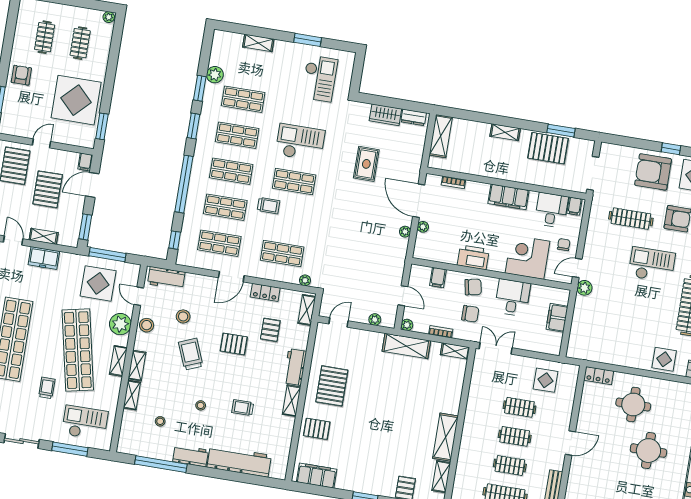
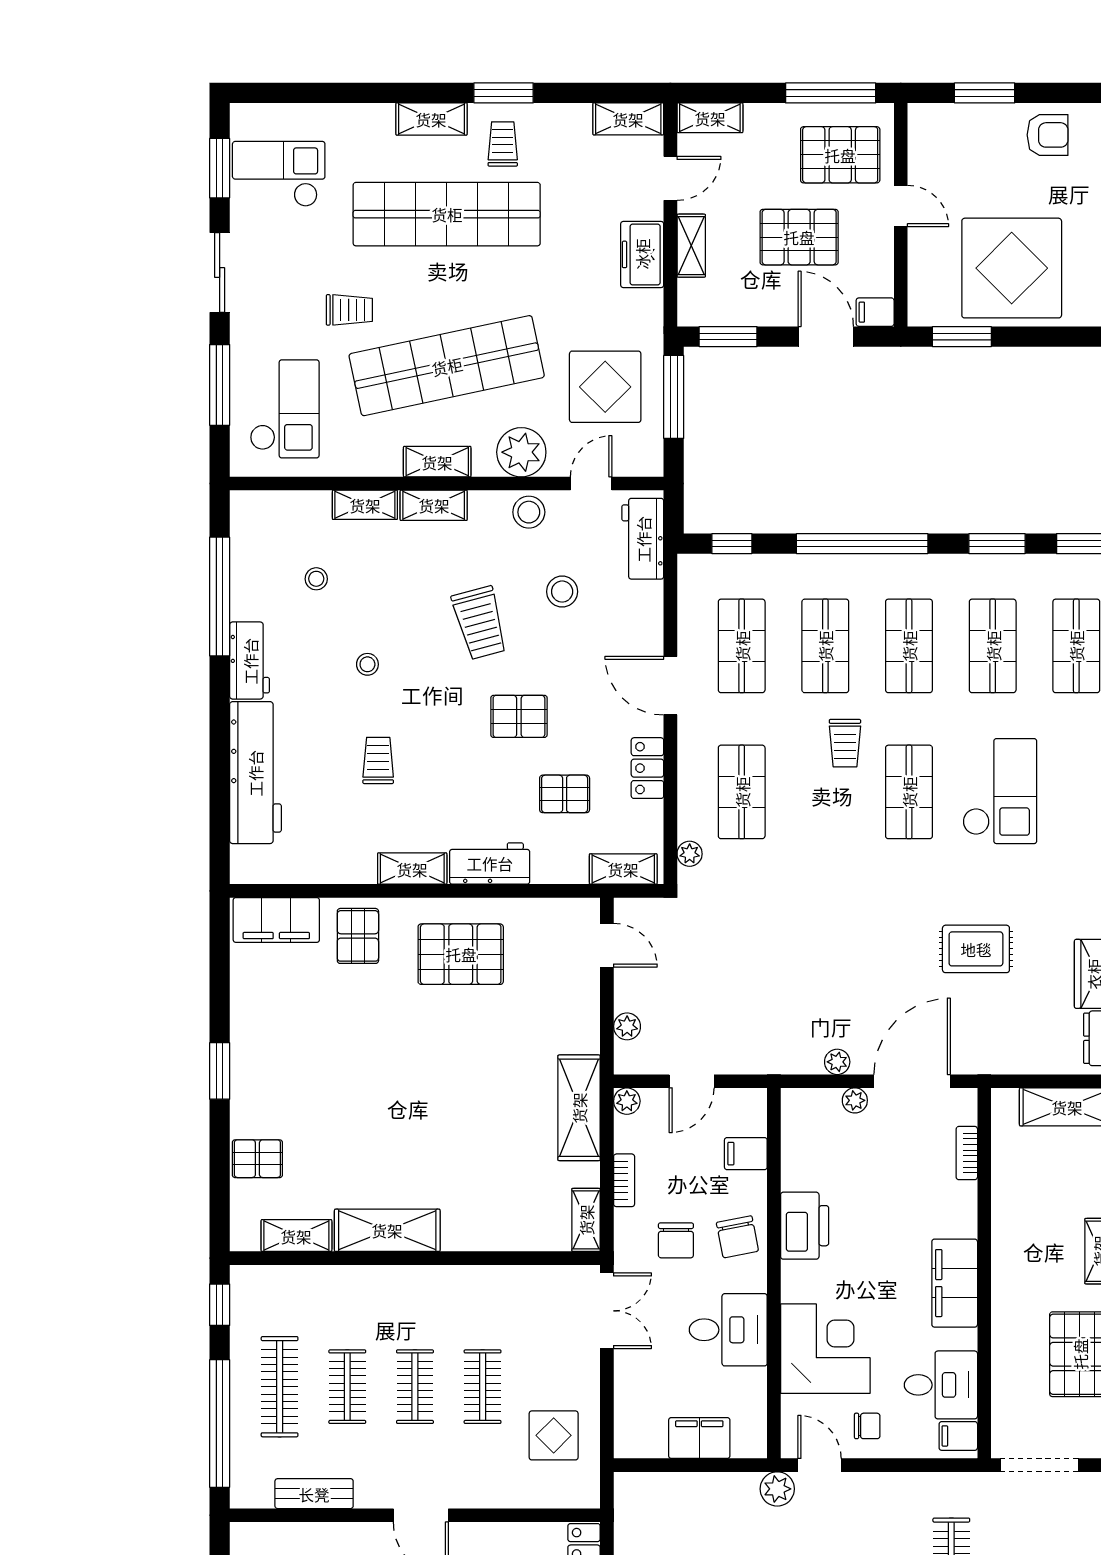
pallet: (234, 344) -> (519, 716), turned 90
trolley: (191, 354) -> (480, 623), turned 97
filing cabinet: (317, 476) -> (276, 920), moved, turned 90

